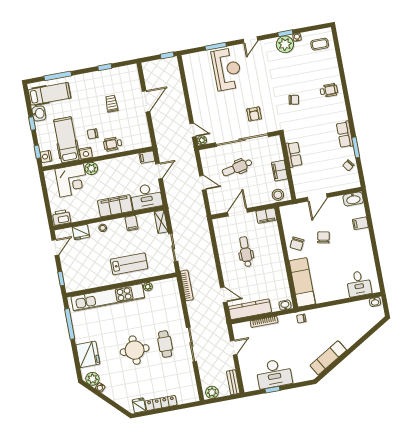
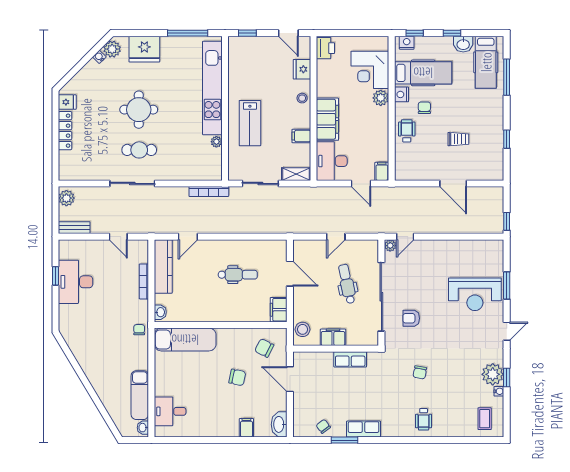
door: (250, 40) -> (507, 331), swing flipped
chair: (297, 244) -> (264, 348), moved
exam couch: (328, 358) -> (140, 395), moved, turned -149

